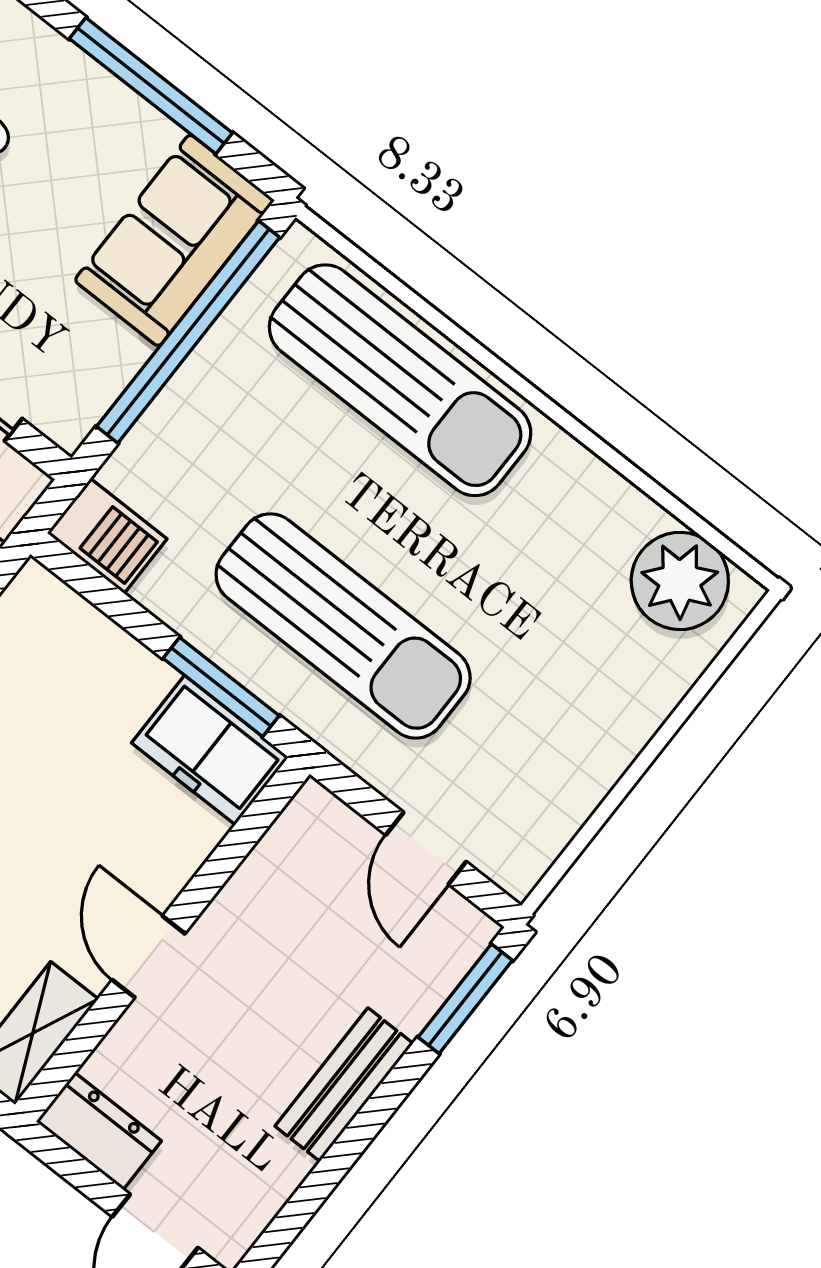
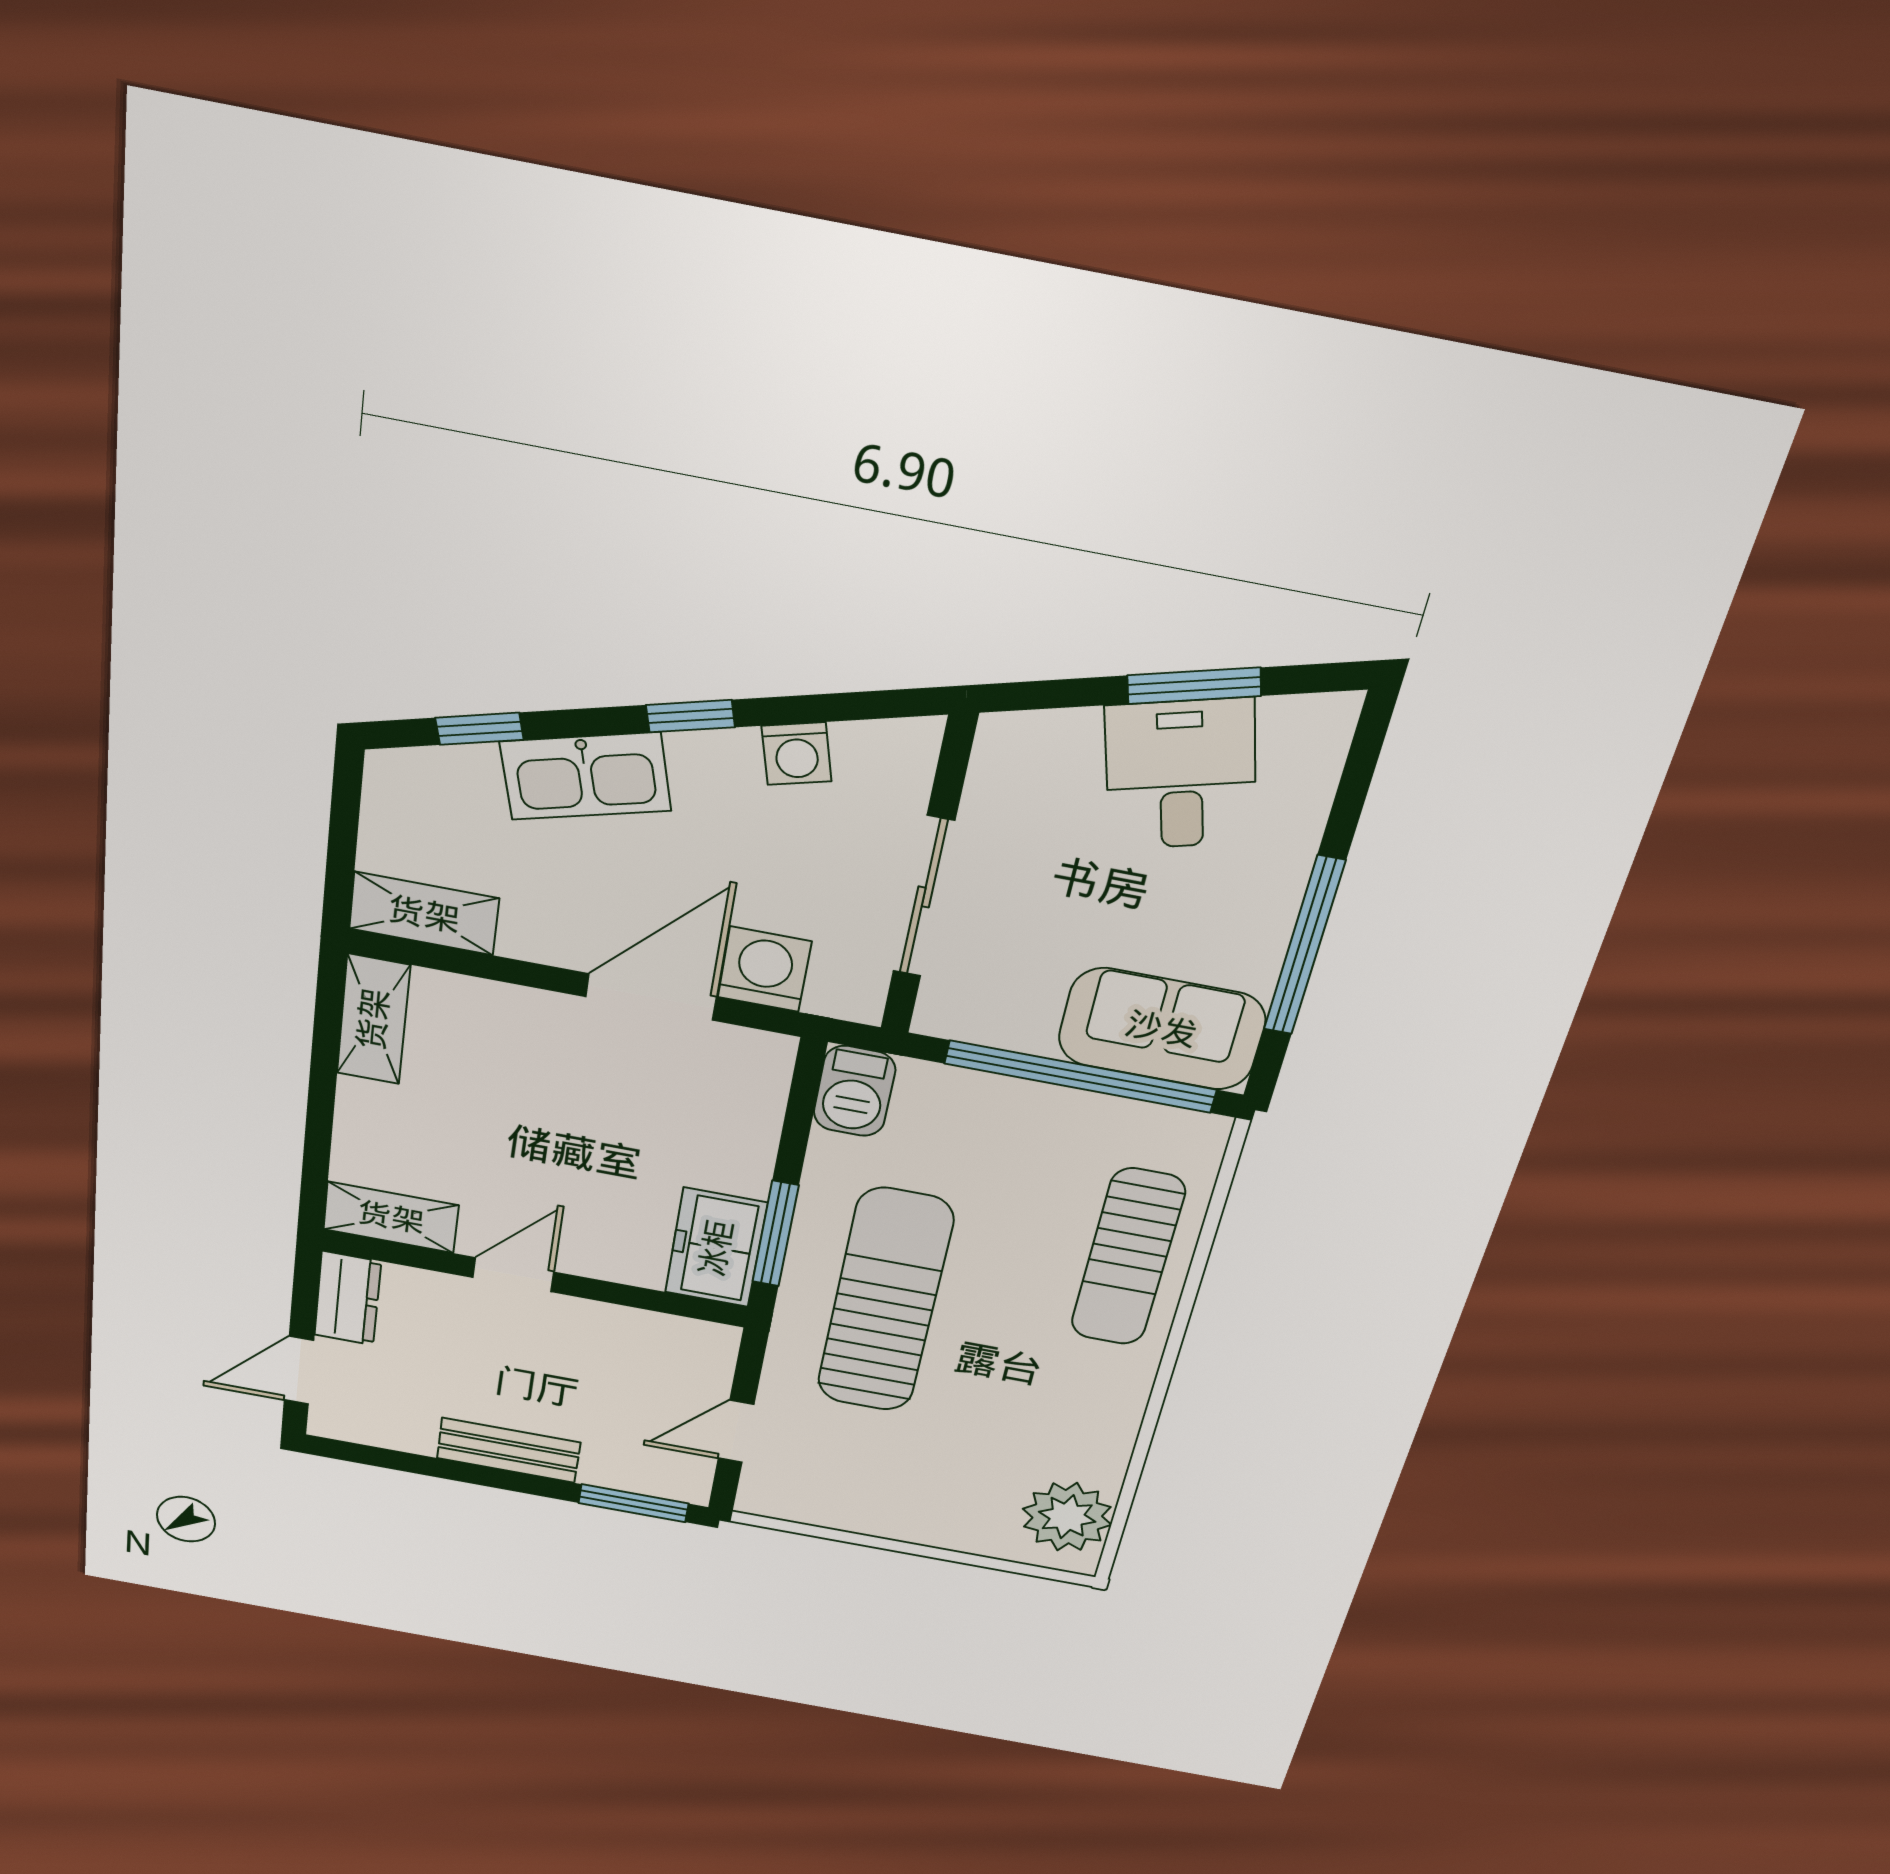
sun lounger: (400, 380) -> (1128, 1258), width x0.73, depth x0.75
sun lounger: (343, 626) -> (885, 1301), turned 180

